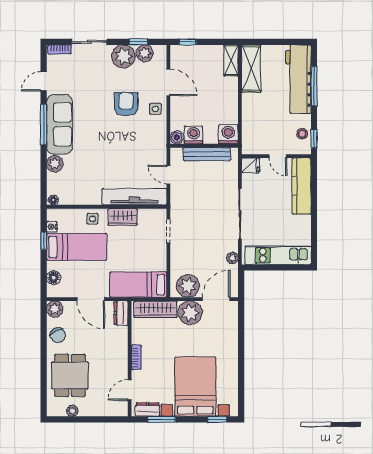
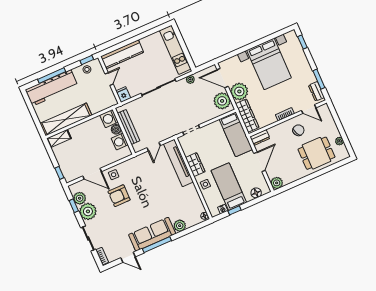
shelving: (251, 69) -> (66, 119), width x1.47
door: (168, 82) -> (92, 174), swing flipped
boiler: (177, 137) -> (116, 129), moved
chair: (58, 335) -> (298, 130), moved
bed with nightstands: (195, 387) -> (269, 64), moved, turned -90

